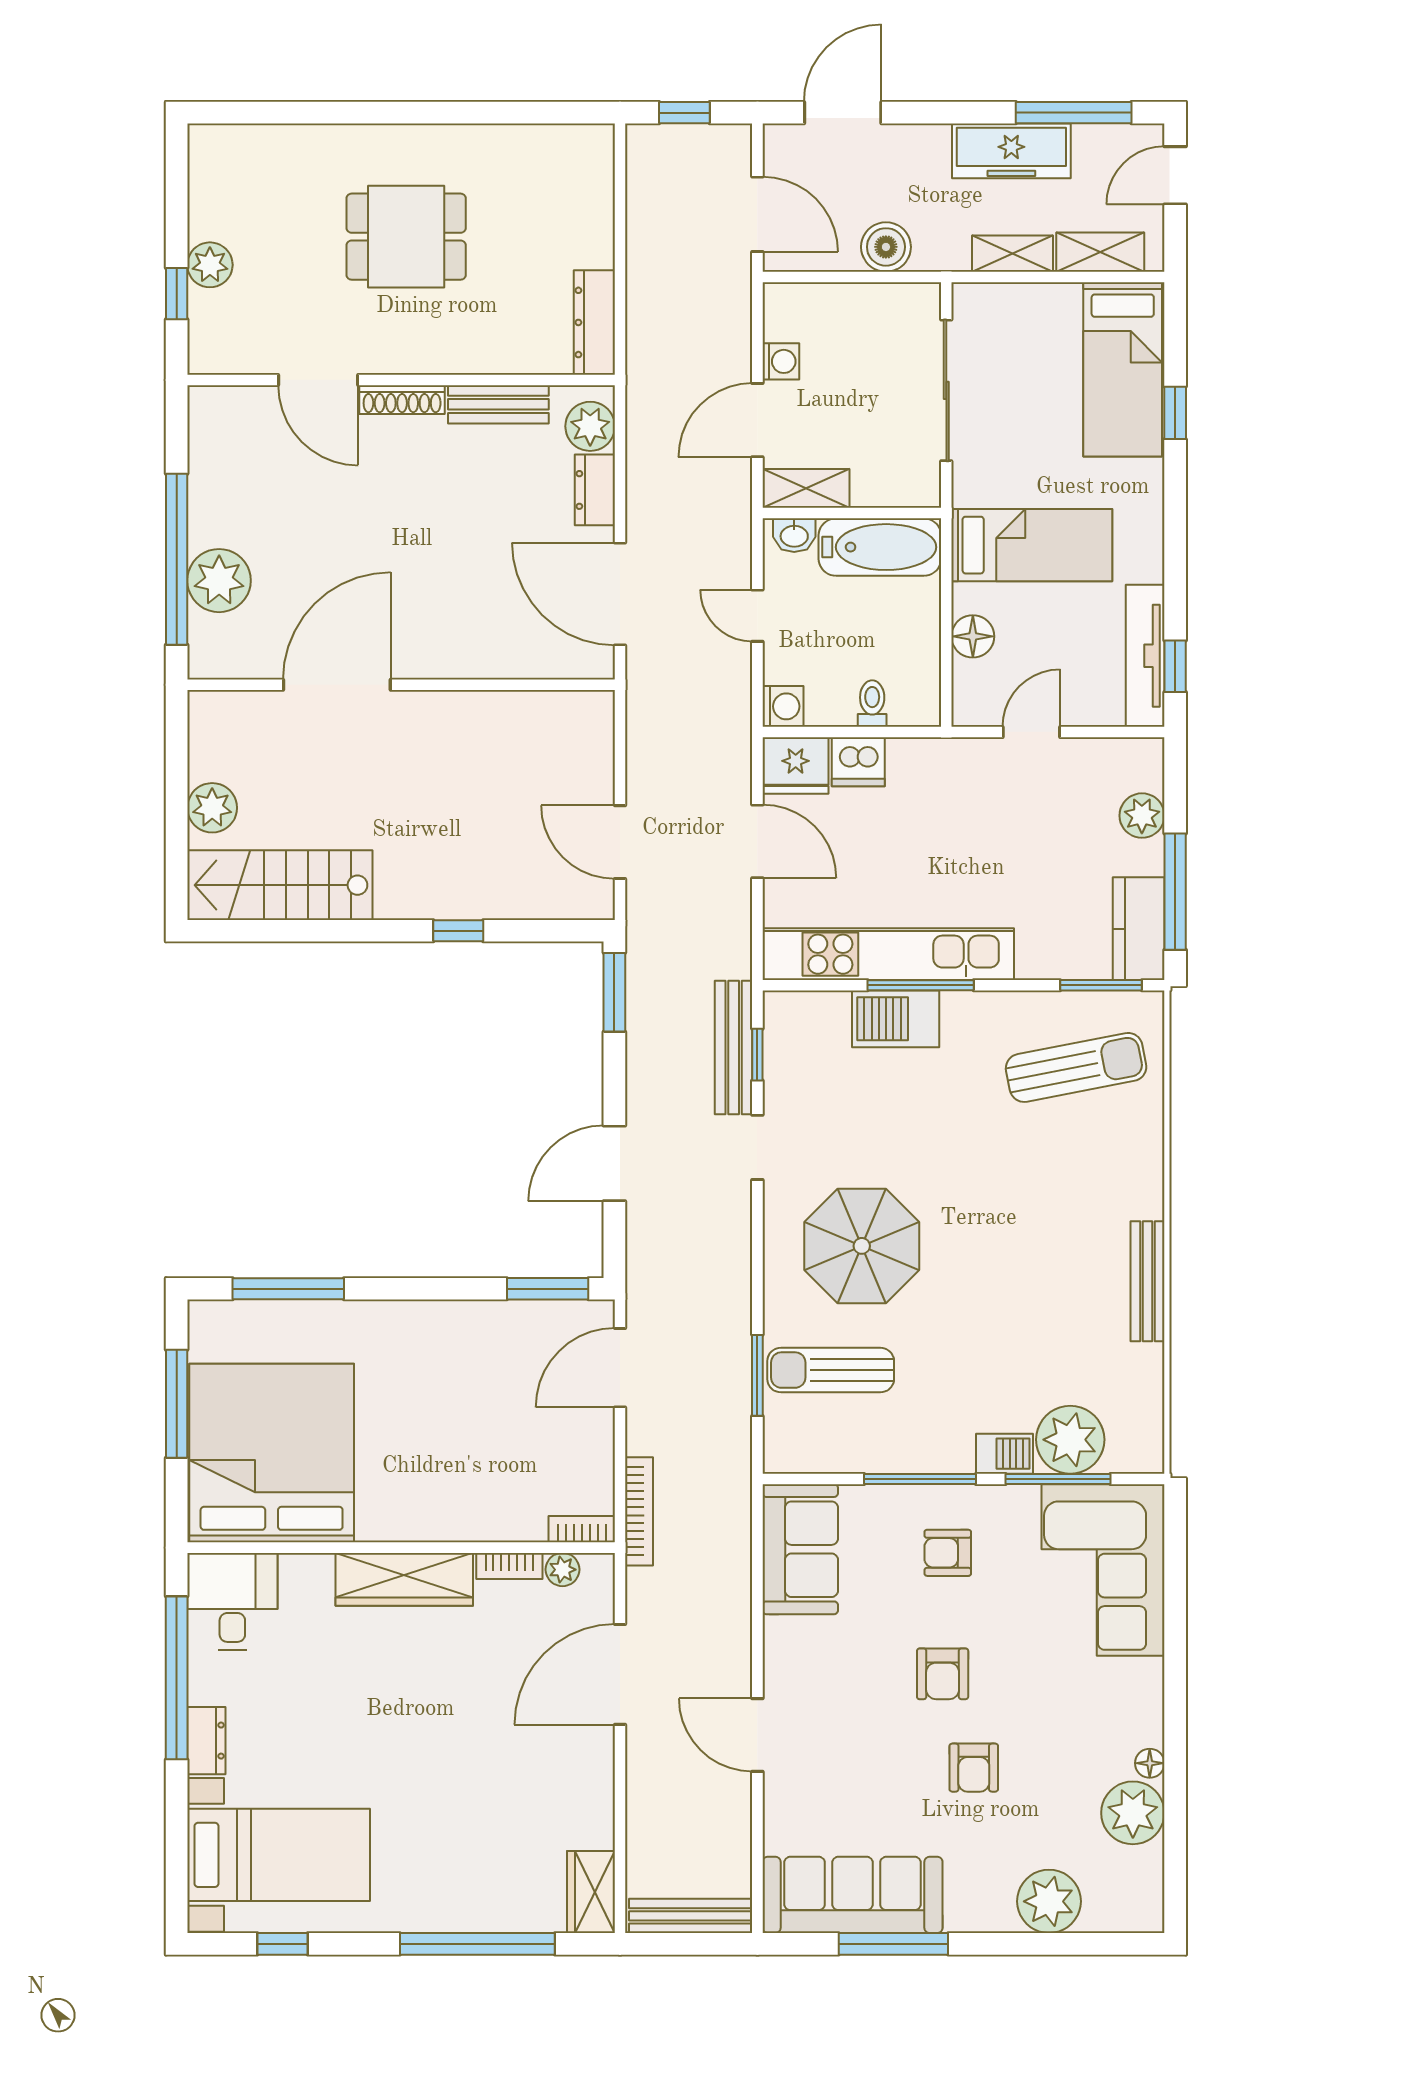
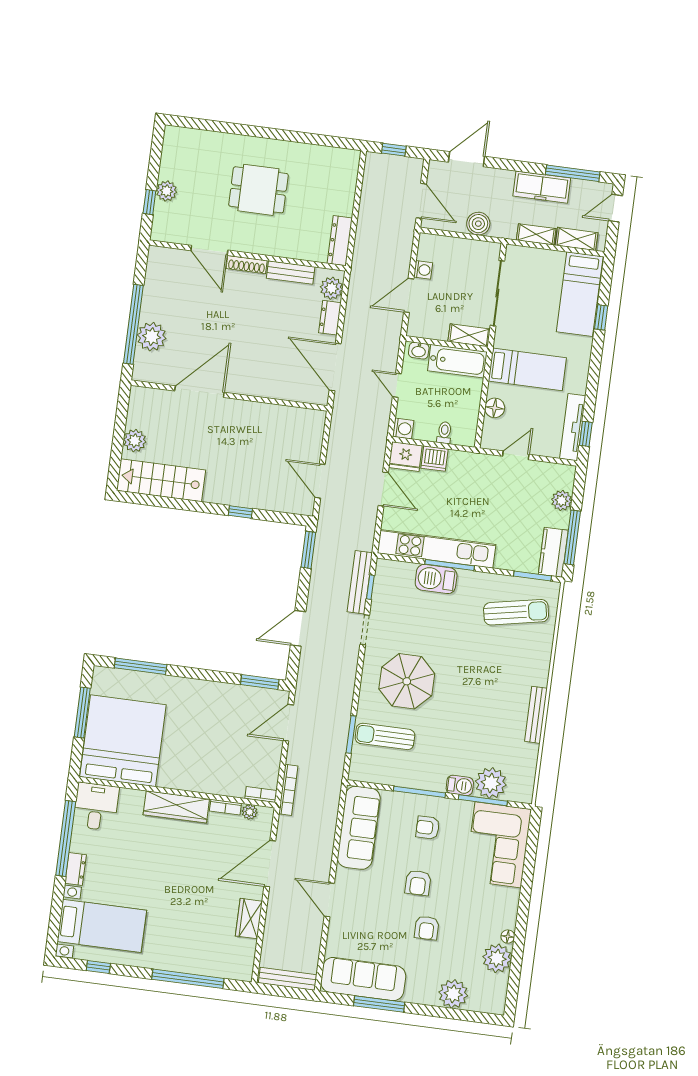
shelving: (806, 488) -> (469, 335), moved
sofa: (800, 1549) -> (359, 828), width x1.36
wardrobe: (591, 1892) -> (249, 919), moved

